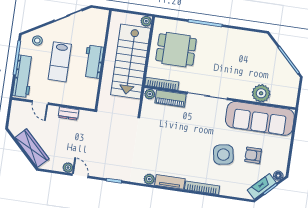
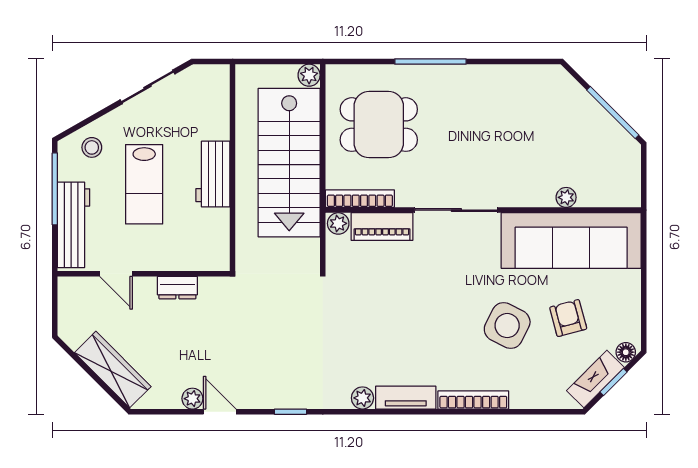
plant: (261, 93) -> (566, 197), width x0.53, depth x0.53
side table: (223, 155) -> (507, 326), turned 37
armchair: (253, 155) -> (568, 318), turned 75

